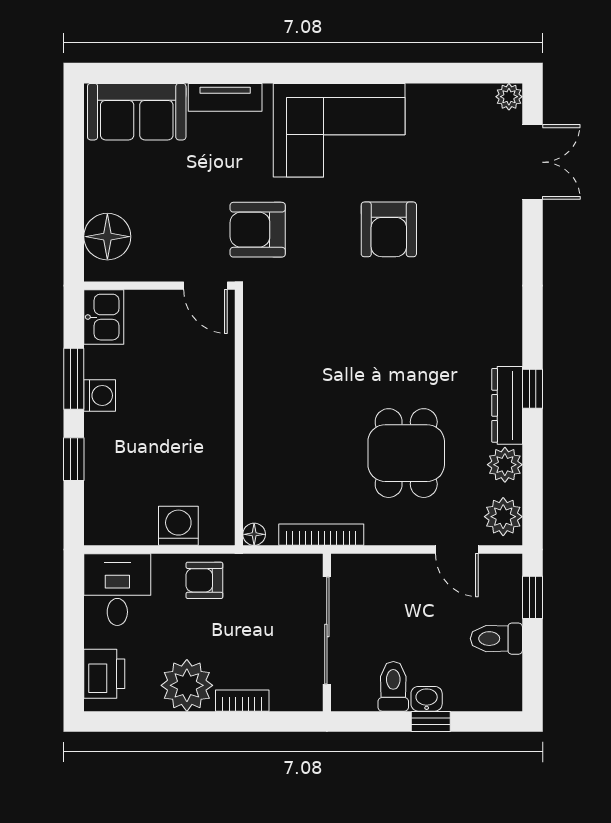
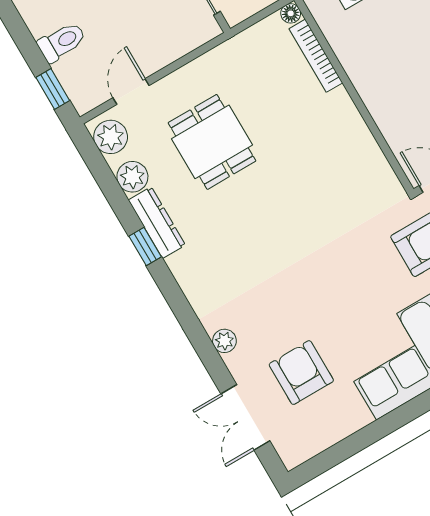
plant: (509, 97) -> (224, 341), moved
armchair: (389, 229) -> (301, 373), moved
bookcase: (321, 535) -> (316, 56), moved, turned 90
door: (457, 550) -> (131, 92), hinge flipped

